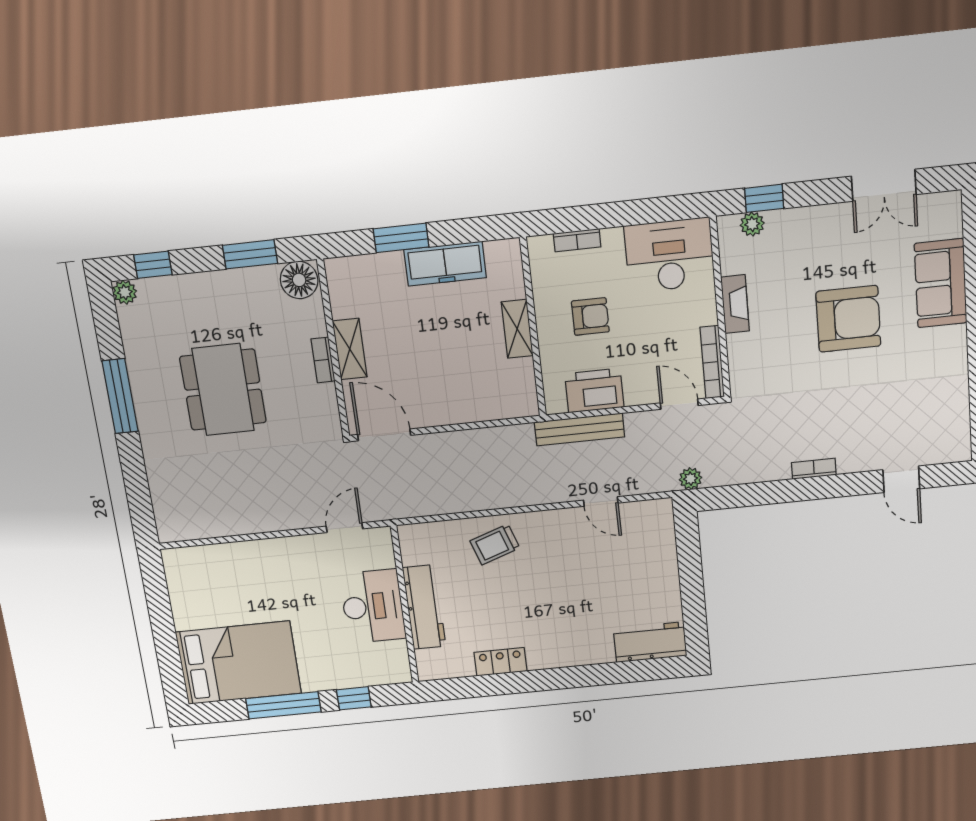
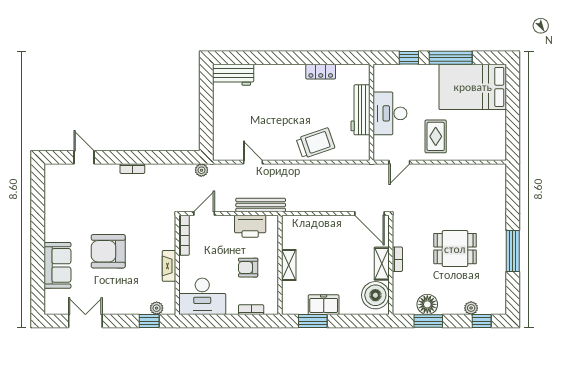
window: (401, 238) -> (313, 321), moved
freezer: (445, 264) -> (324, 305), width x0.71
floor lamp: (299, 280) -> (427, 304), moved
boiler: (353, 291) -> (375, 295), added
plant: (125, 292) -> (471, 308), moved
dining table: (223, 390) -> (455, 249), width x0.73
door: (679, 404) -> (204, 213), swing flipped
trolley: (495, 545) -> (315, 143), width x1.36, depth x1.39
rug: (288, 577) -> (436, 136), added

